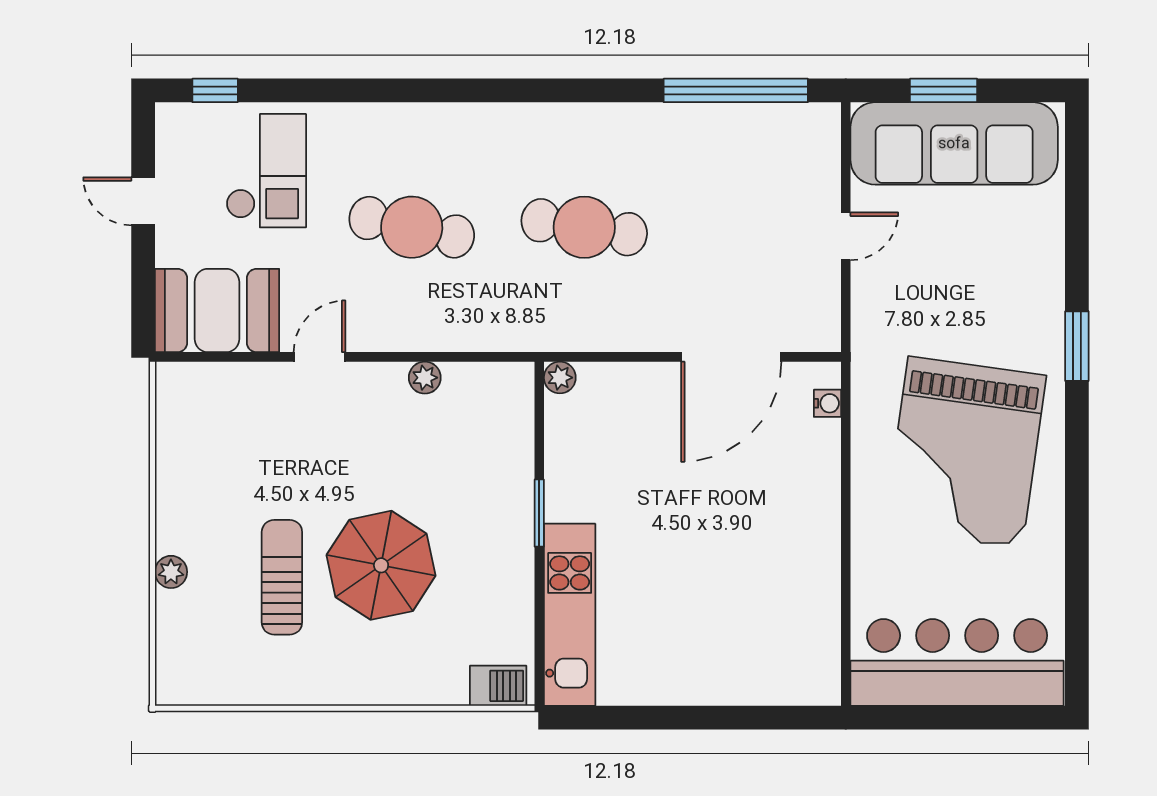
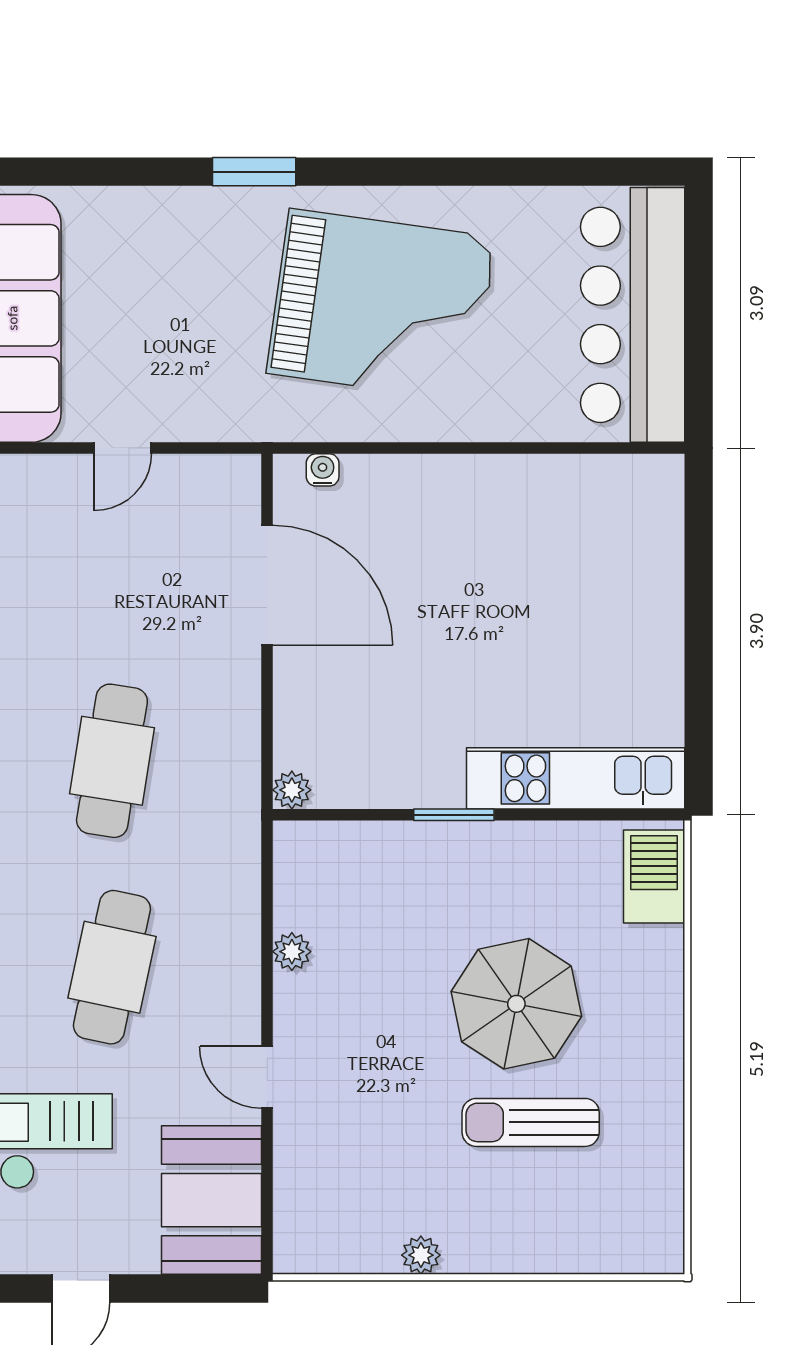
door: (846, 236) -> (123, 448), swing flipped
plant: (171, 572) -> (421, 1255), moved
barbecue: (498, 686) -> (654, 877), width x1.38, depth x1.27

